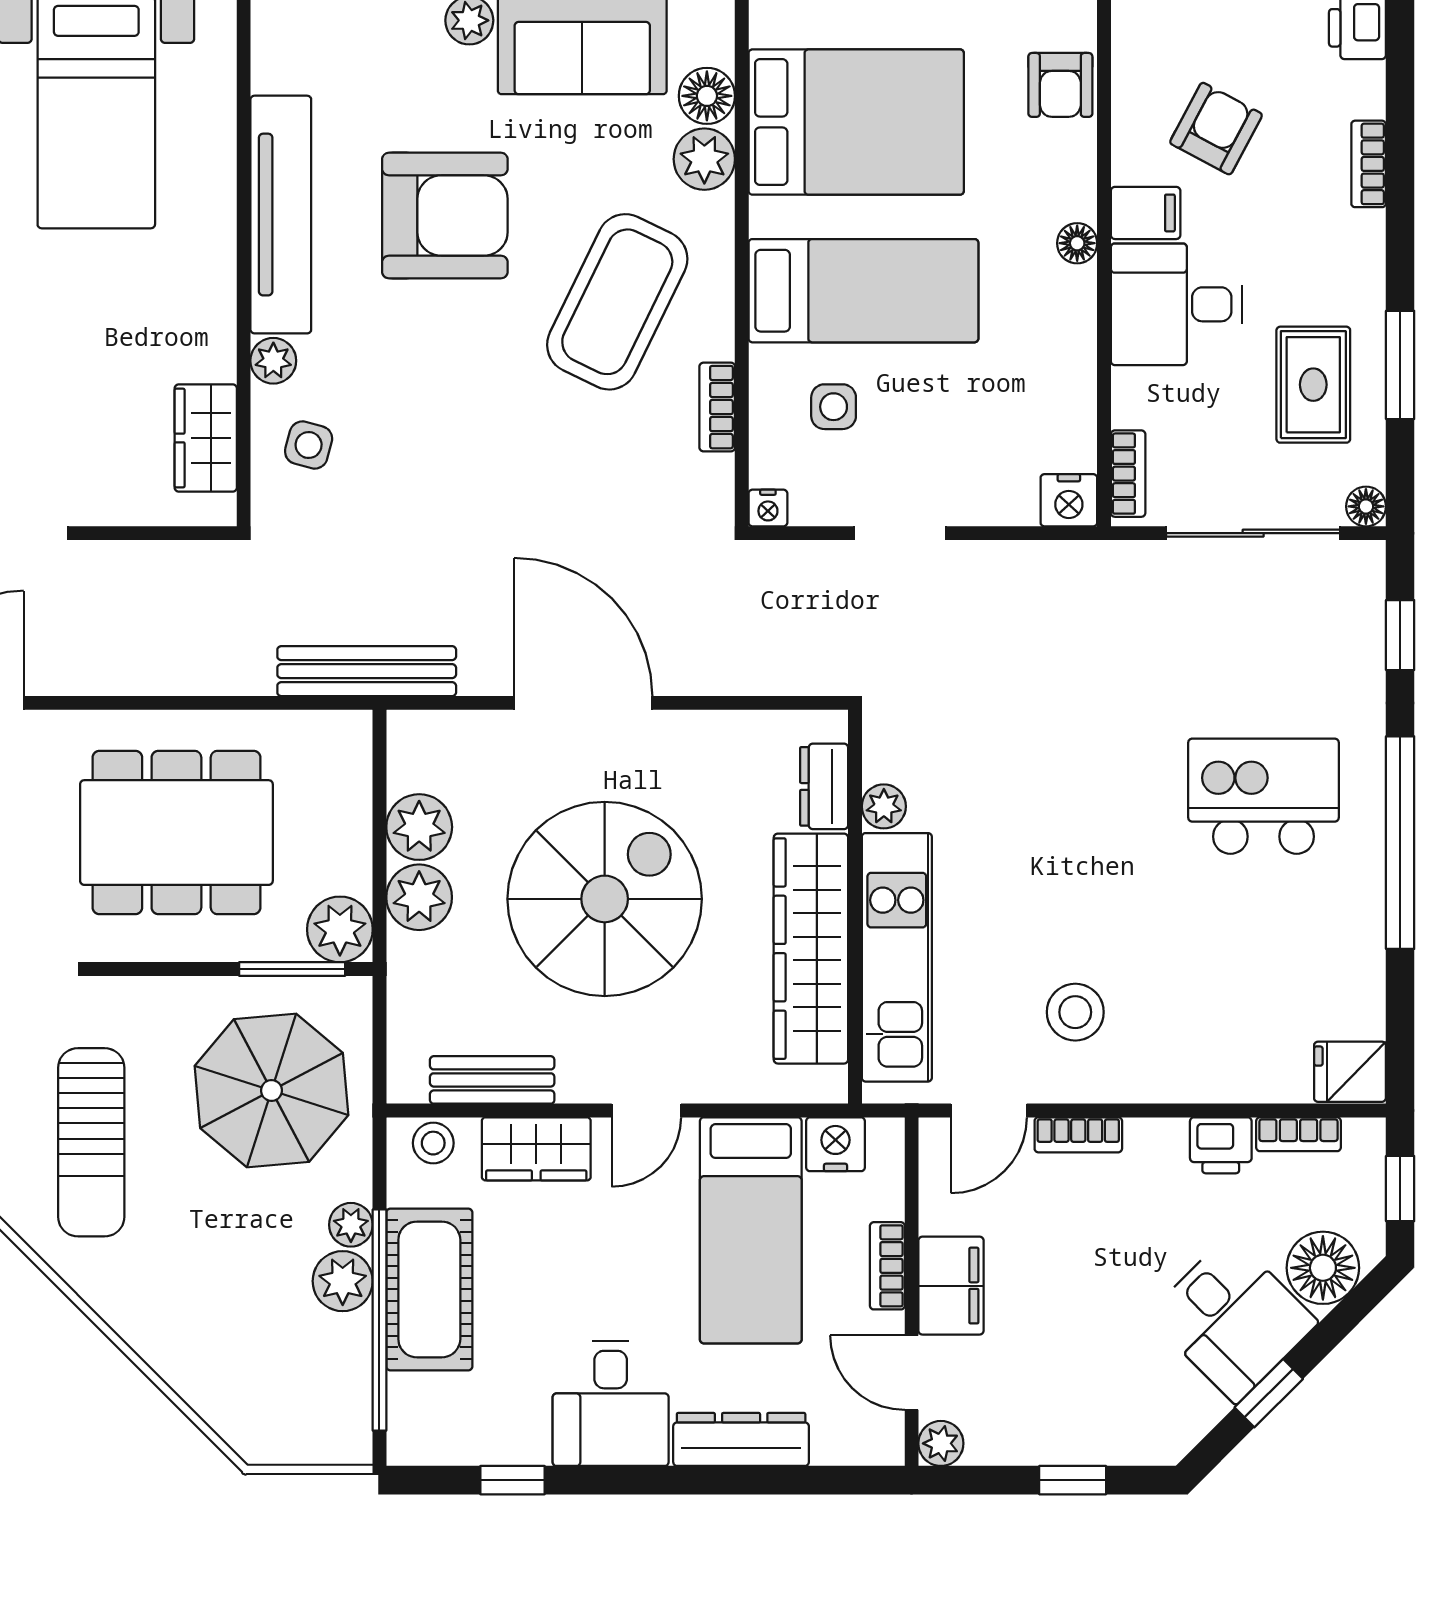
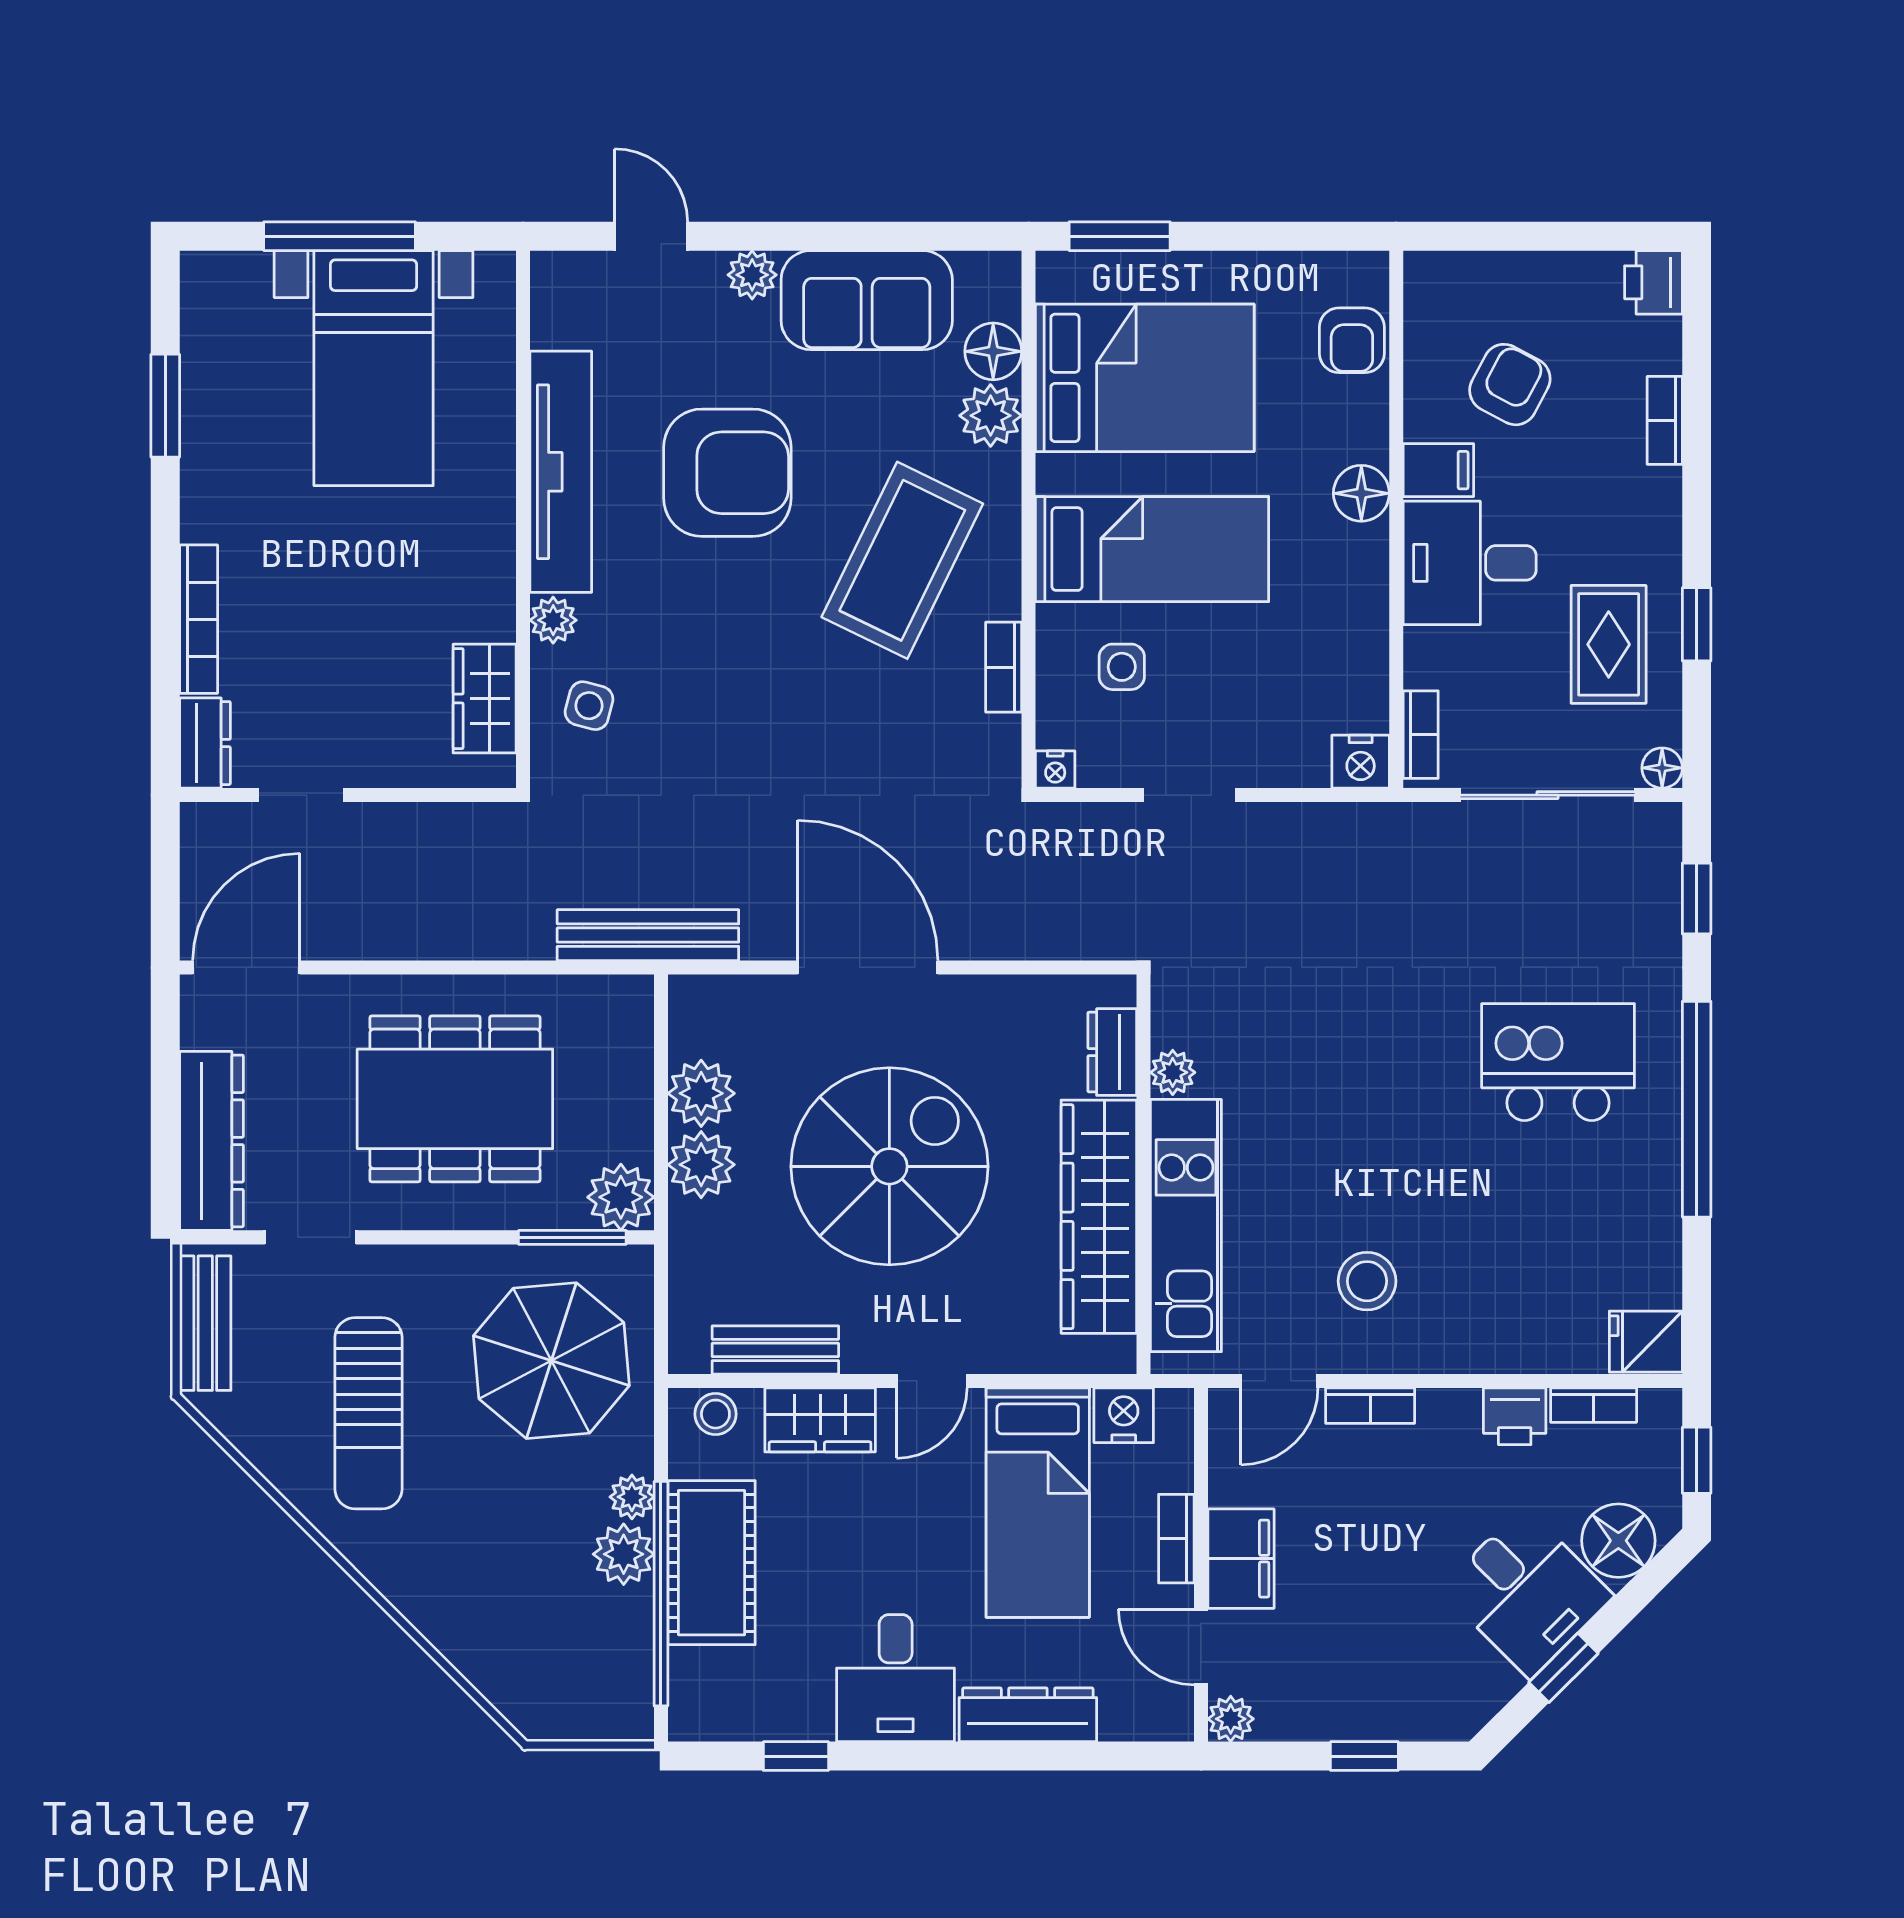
floor lamp: (1077, 243) -> (1361, 493), width x1.37, depth x1.37
window: (1400, 365) -> (1697, 624), width x0.67

